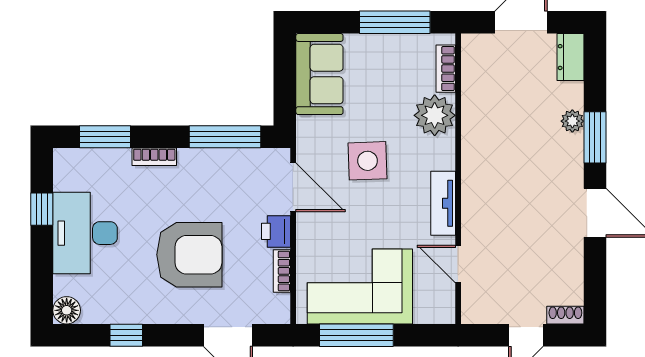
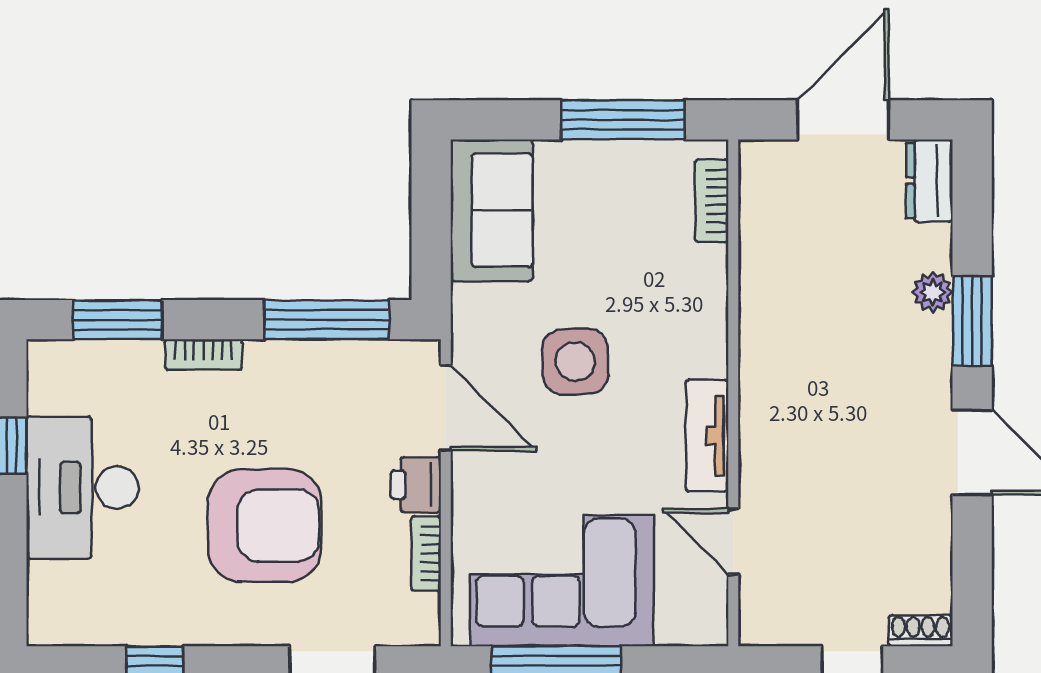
plant: (435, 115) -> (692, 282), removed
floor lamp: (67, 310) -> (50, 622), removed

